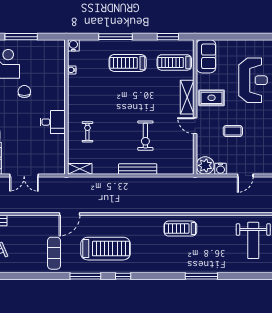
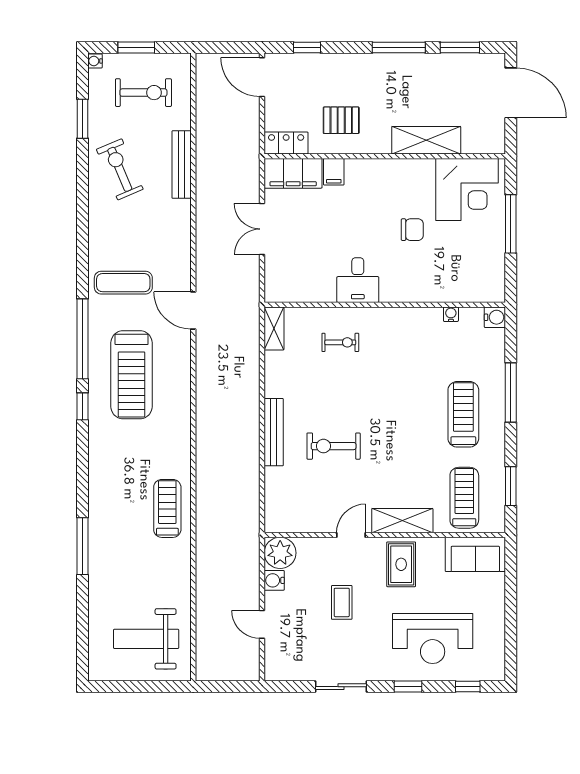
window: (85, 276) -> (82, 339), width x1.46

